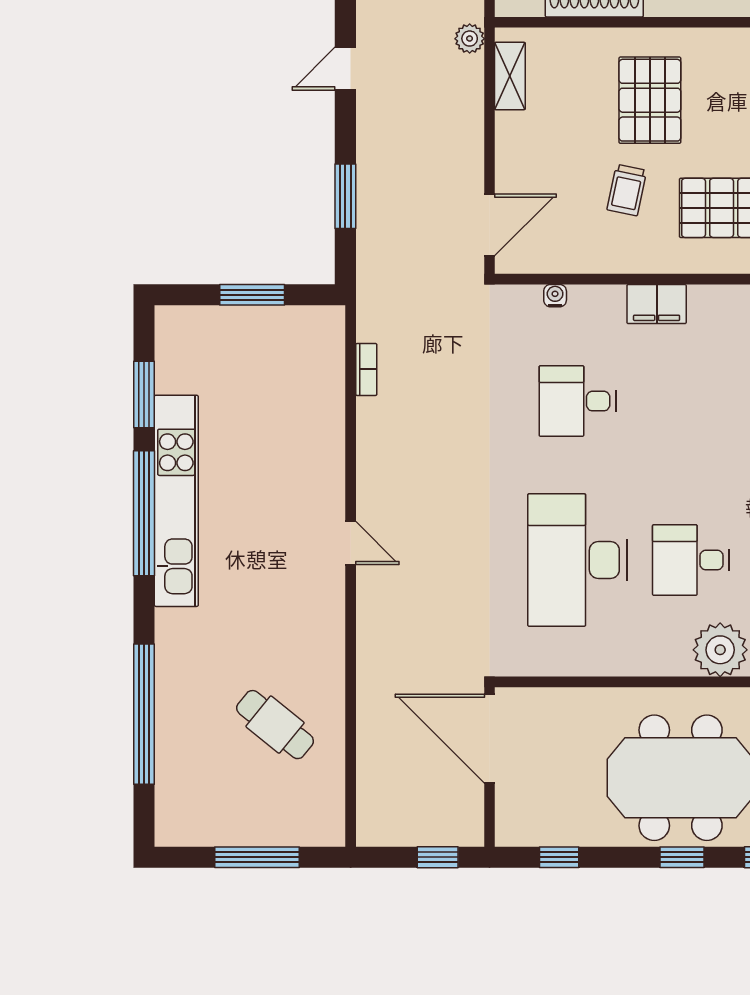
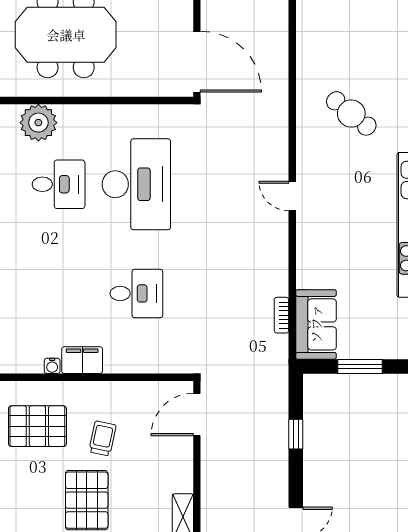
window: (345, 196) -> (296, 434), width x0.67
water cooler: (555, 296) -> (52, 366), moved
sofa: (316, 356) -> (316, 324), added
cafe table: (275, 725) -> (351, 113), moved

